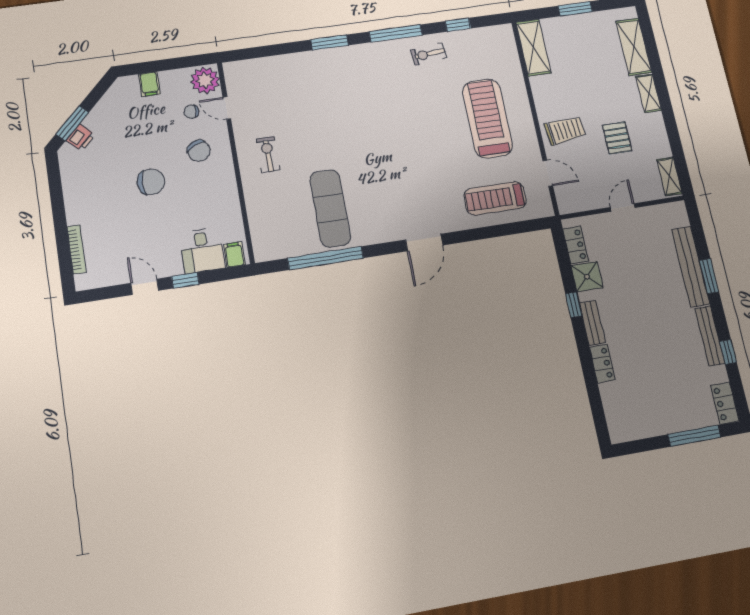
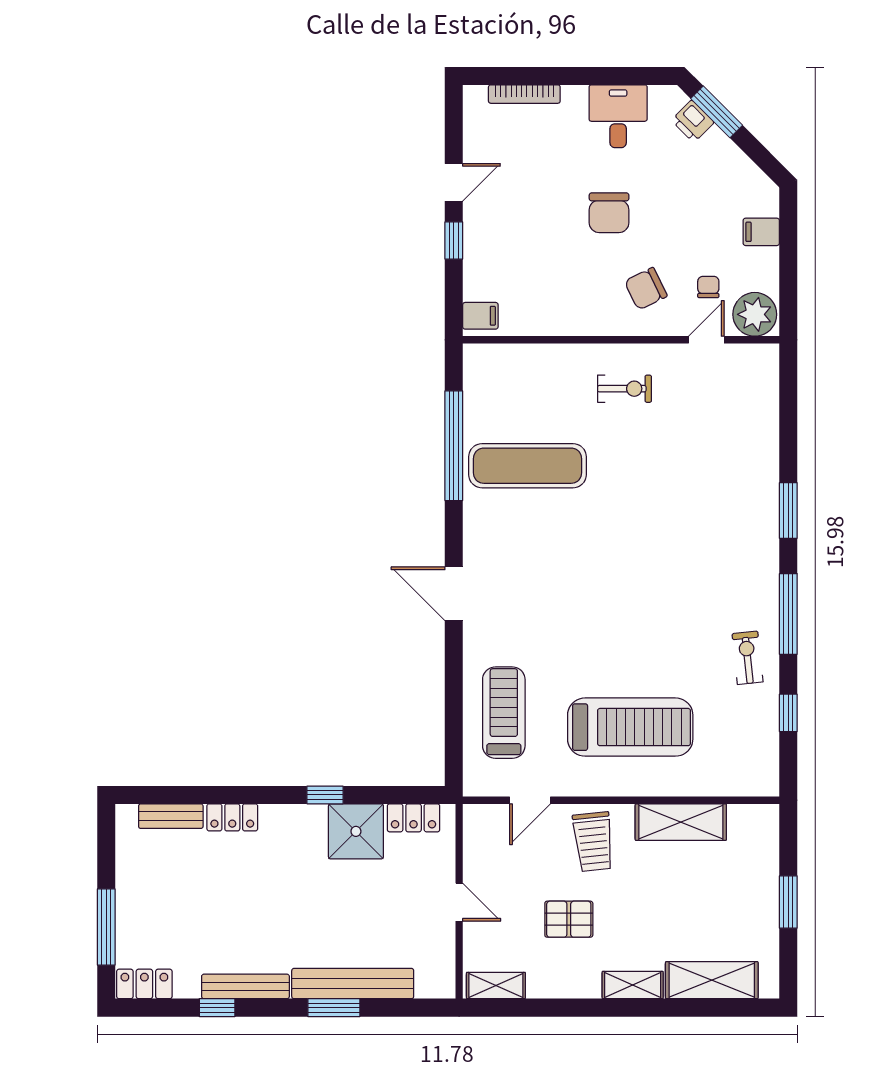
shelving: (533, 48) -> (681, 822), moved
desk: (202, 250) -> (618, 116), moved, turned 90
shower: (587, 277) -> (356, 831), width x1.36, depth x1.36
bench: (592, 323) -> (171, 816), moved

